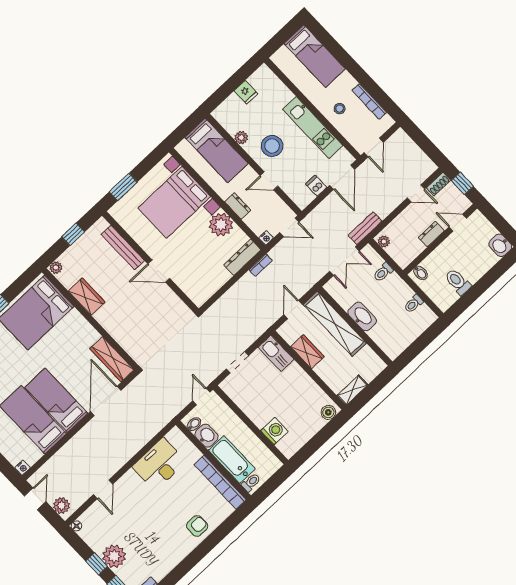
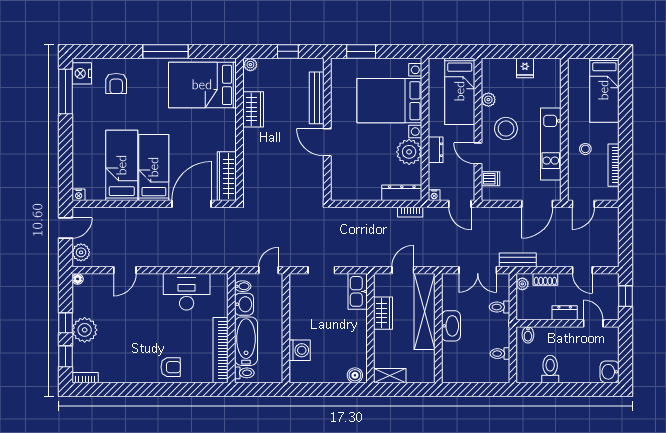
shoe rack: (439, 184) -> (545, 279), moved
dishwasher: (316, 186) -> (491, 179), moved, turned 90

